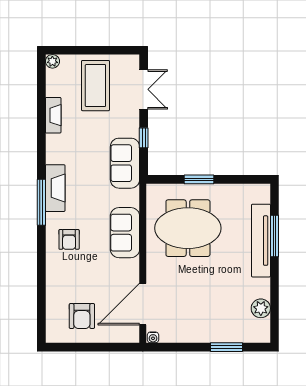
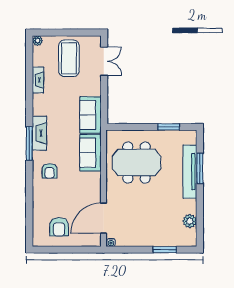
window: (144, 138) -> (104, 97), removed
window: (199, 179) -> (169, 127), moved
sofa: (125, 233) -> (90, 153), moved

